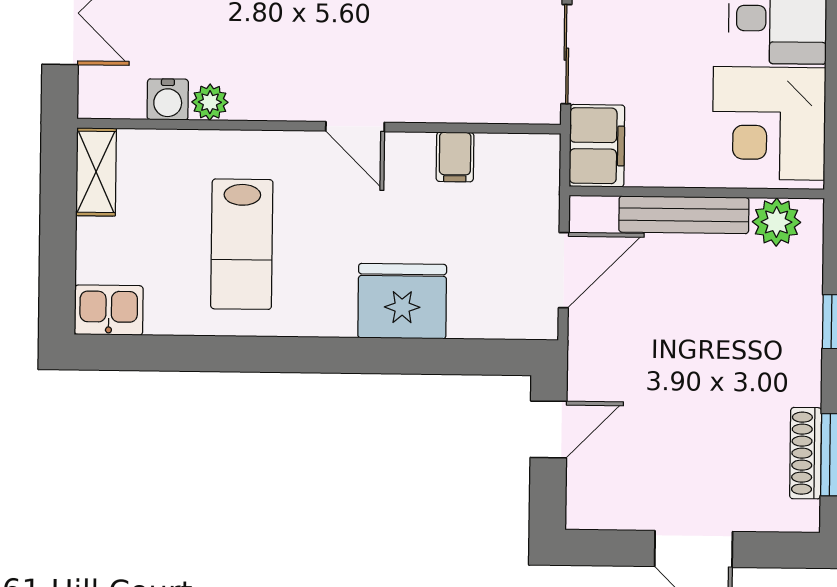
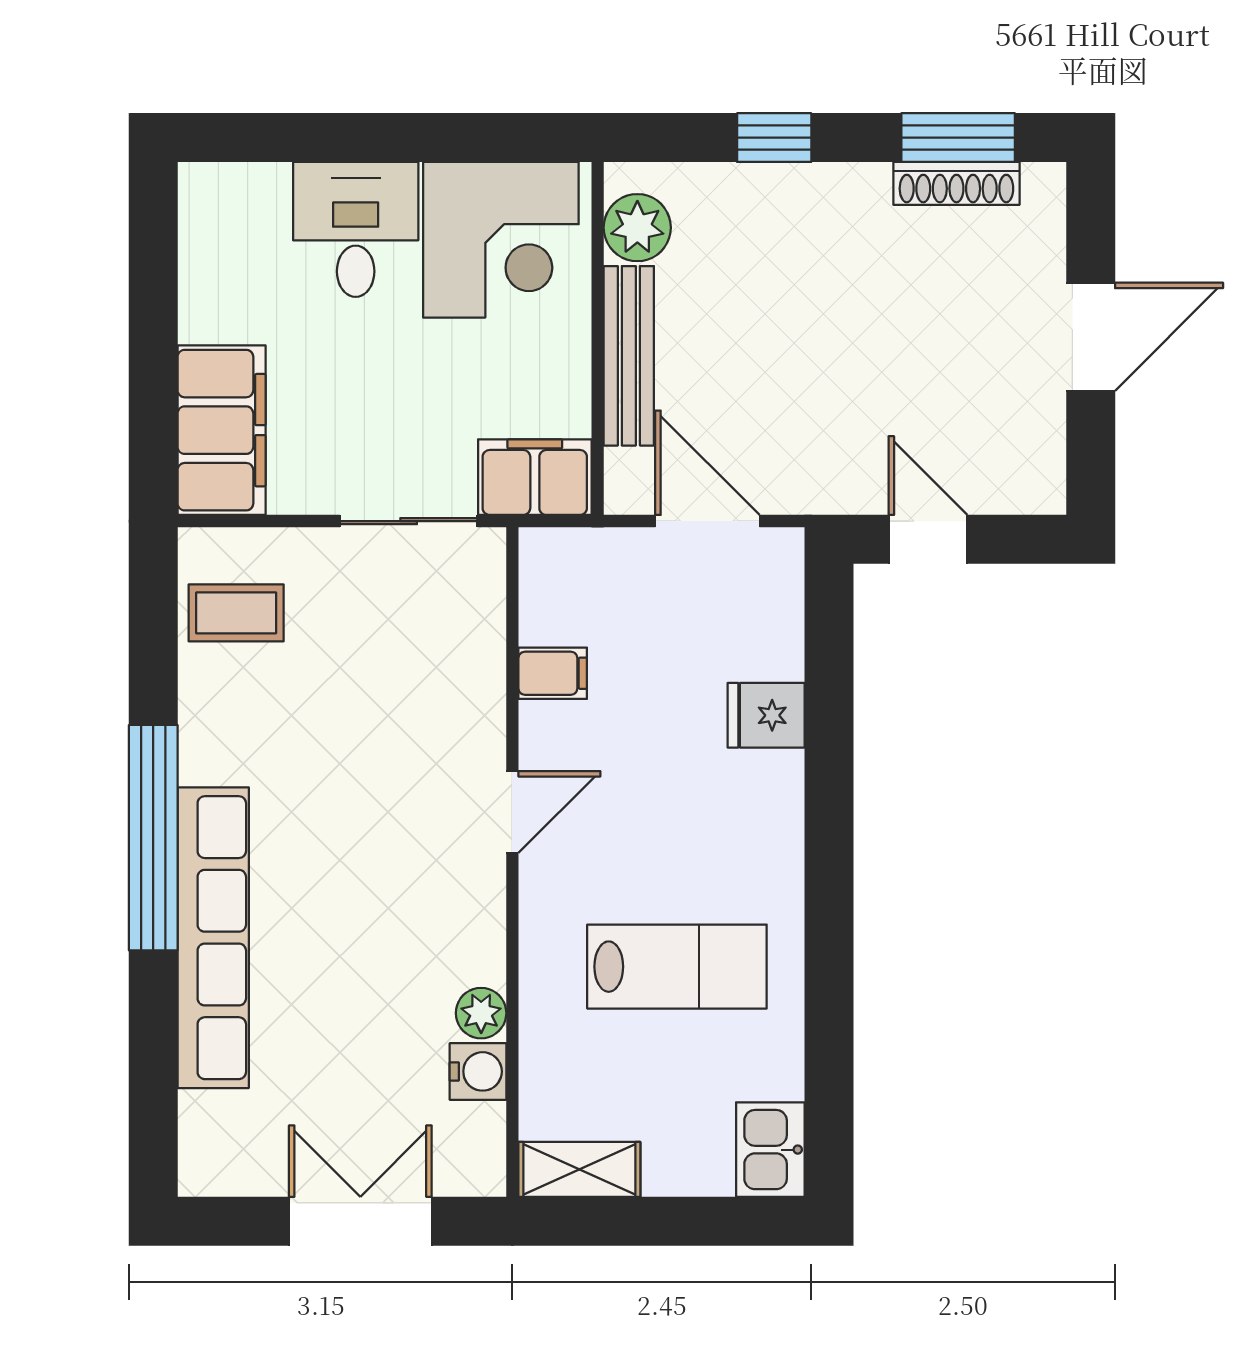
fridge: (402, 301) -> (766, 715), width x0.53, depth x0.75

